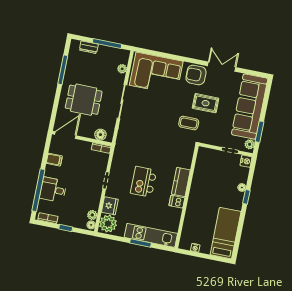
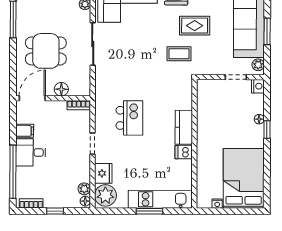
window: (260, 132) -> (267, 31), moved
floor lamp: (100, 135) -> (61, 89), moved
kitchen island: (144, 182) -> (129, 118), moved, turned 180
desk: (53, 190) -> (31, 152), moved
bed: (226, 233) -> (244, 178), width x1.50

